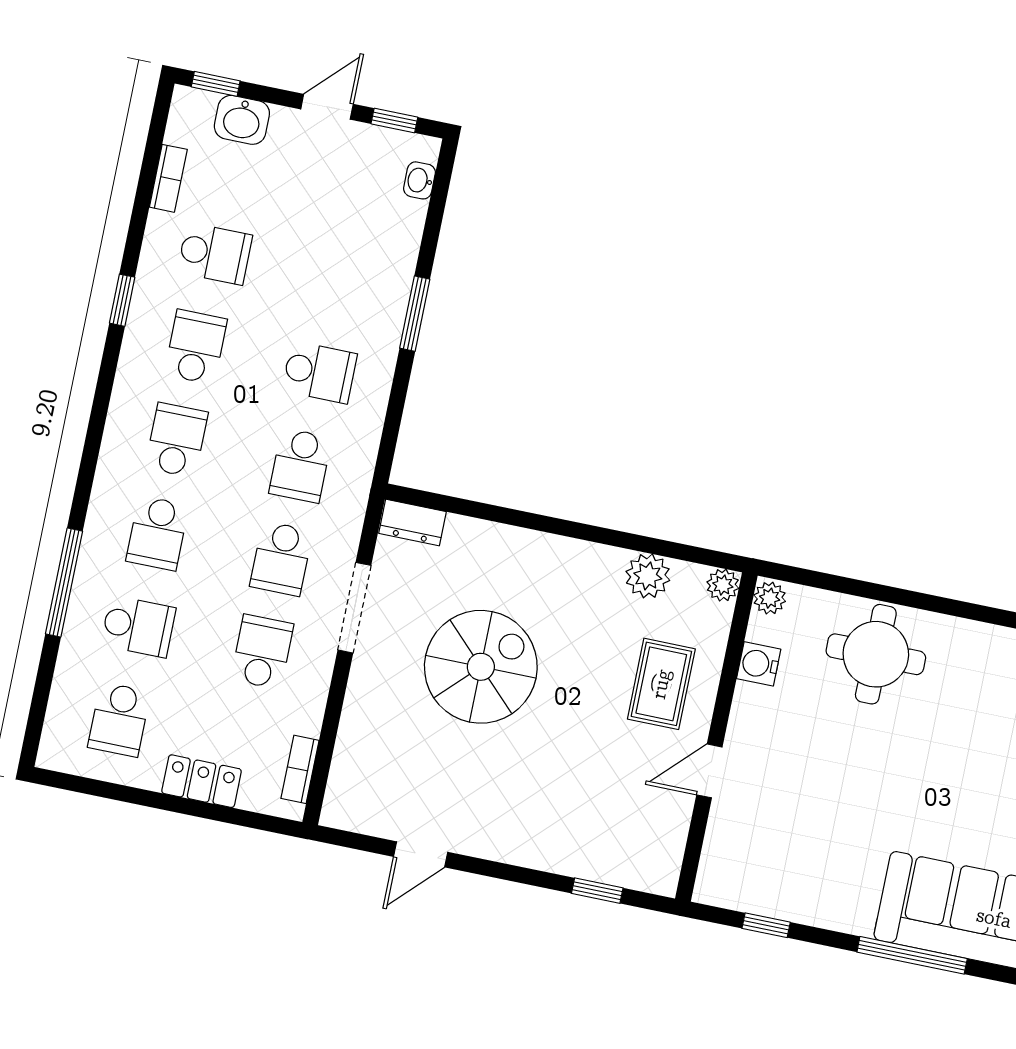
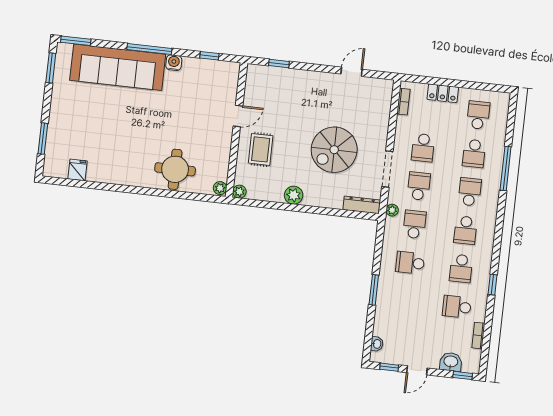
plant: (352, 505) -> (392, 210), added
dresser: (413, 522) -> (362, 205), width x1.44
plant: (648, 576) -> (294, 195), moved
school desk: (138, 626) -> (474, 153), turned -90
water cooler: (759, 664) -> (174, 63), moved, turned -90

